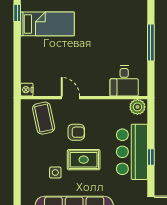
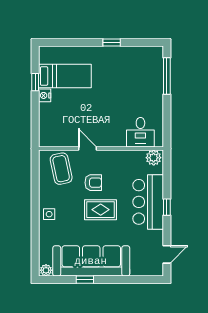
window: (17, 13) -> (35, 82), moved
window: (151, 42) -> (167, 76), moved
nightstand: (27, 90) -> (45, 95), moved
side table: (55, 173) -> (49, 214), moved

